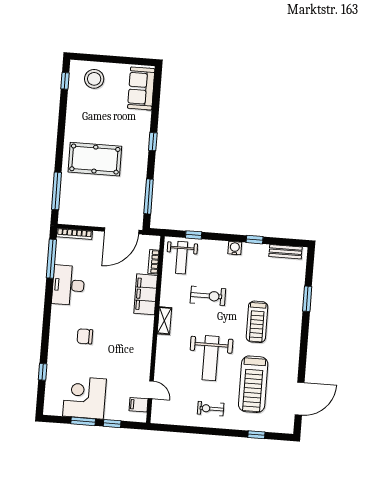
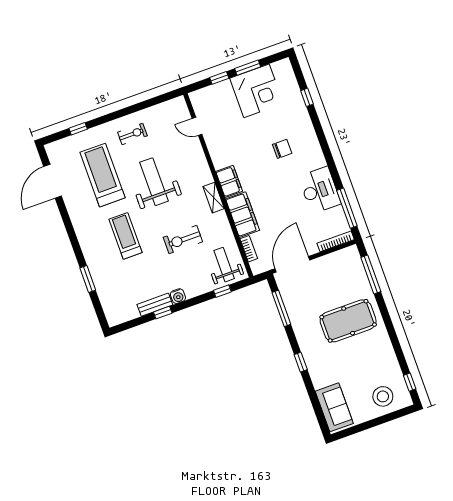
bench: (286, 252) -> (155, 305), moved
filing cabinet: (139, 405) -> (229, 181), moved, width x2.00

